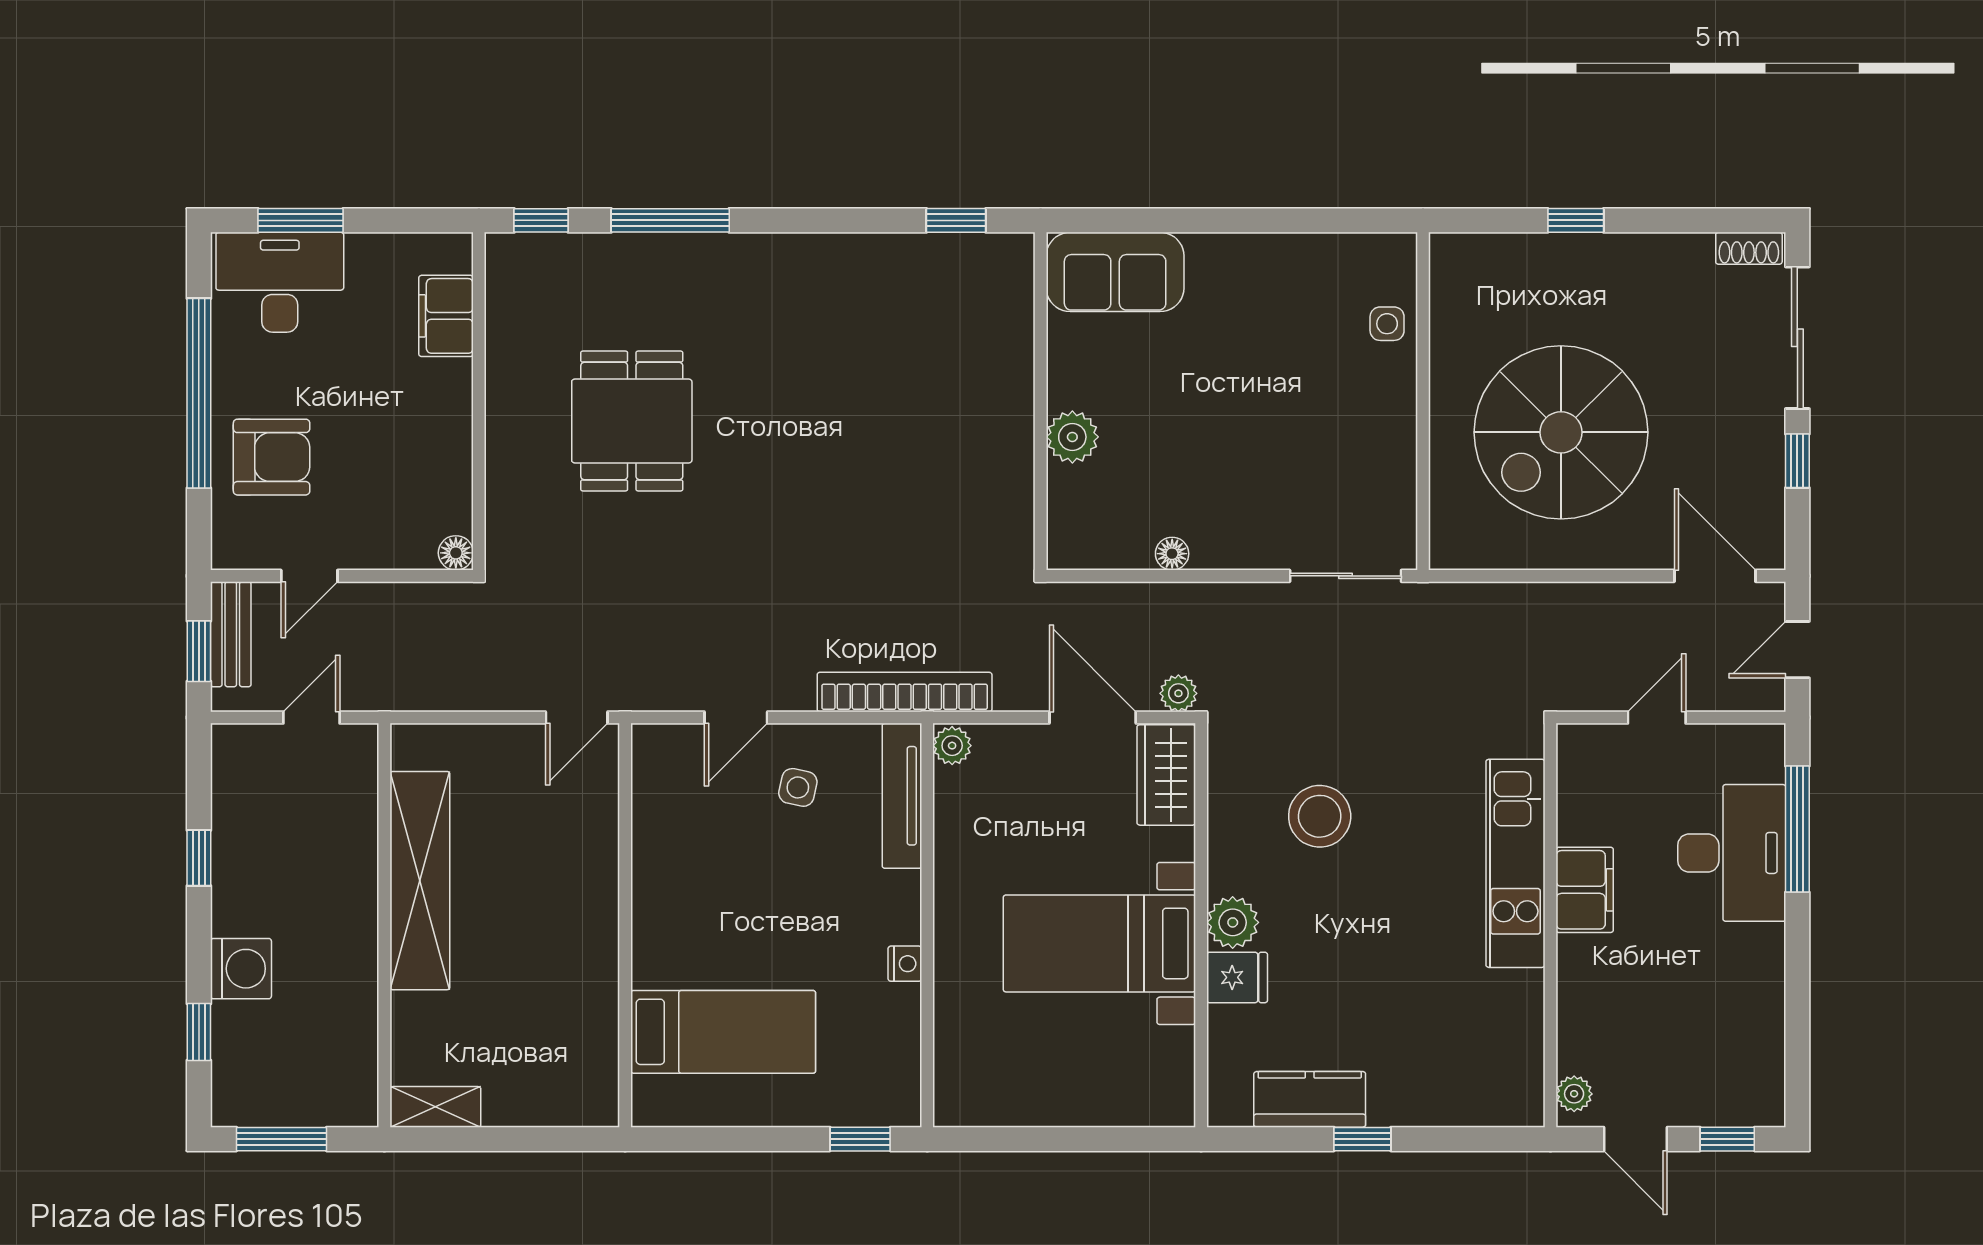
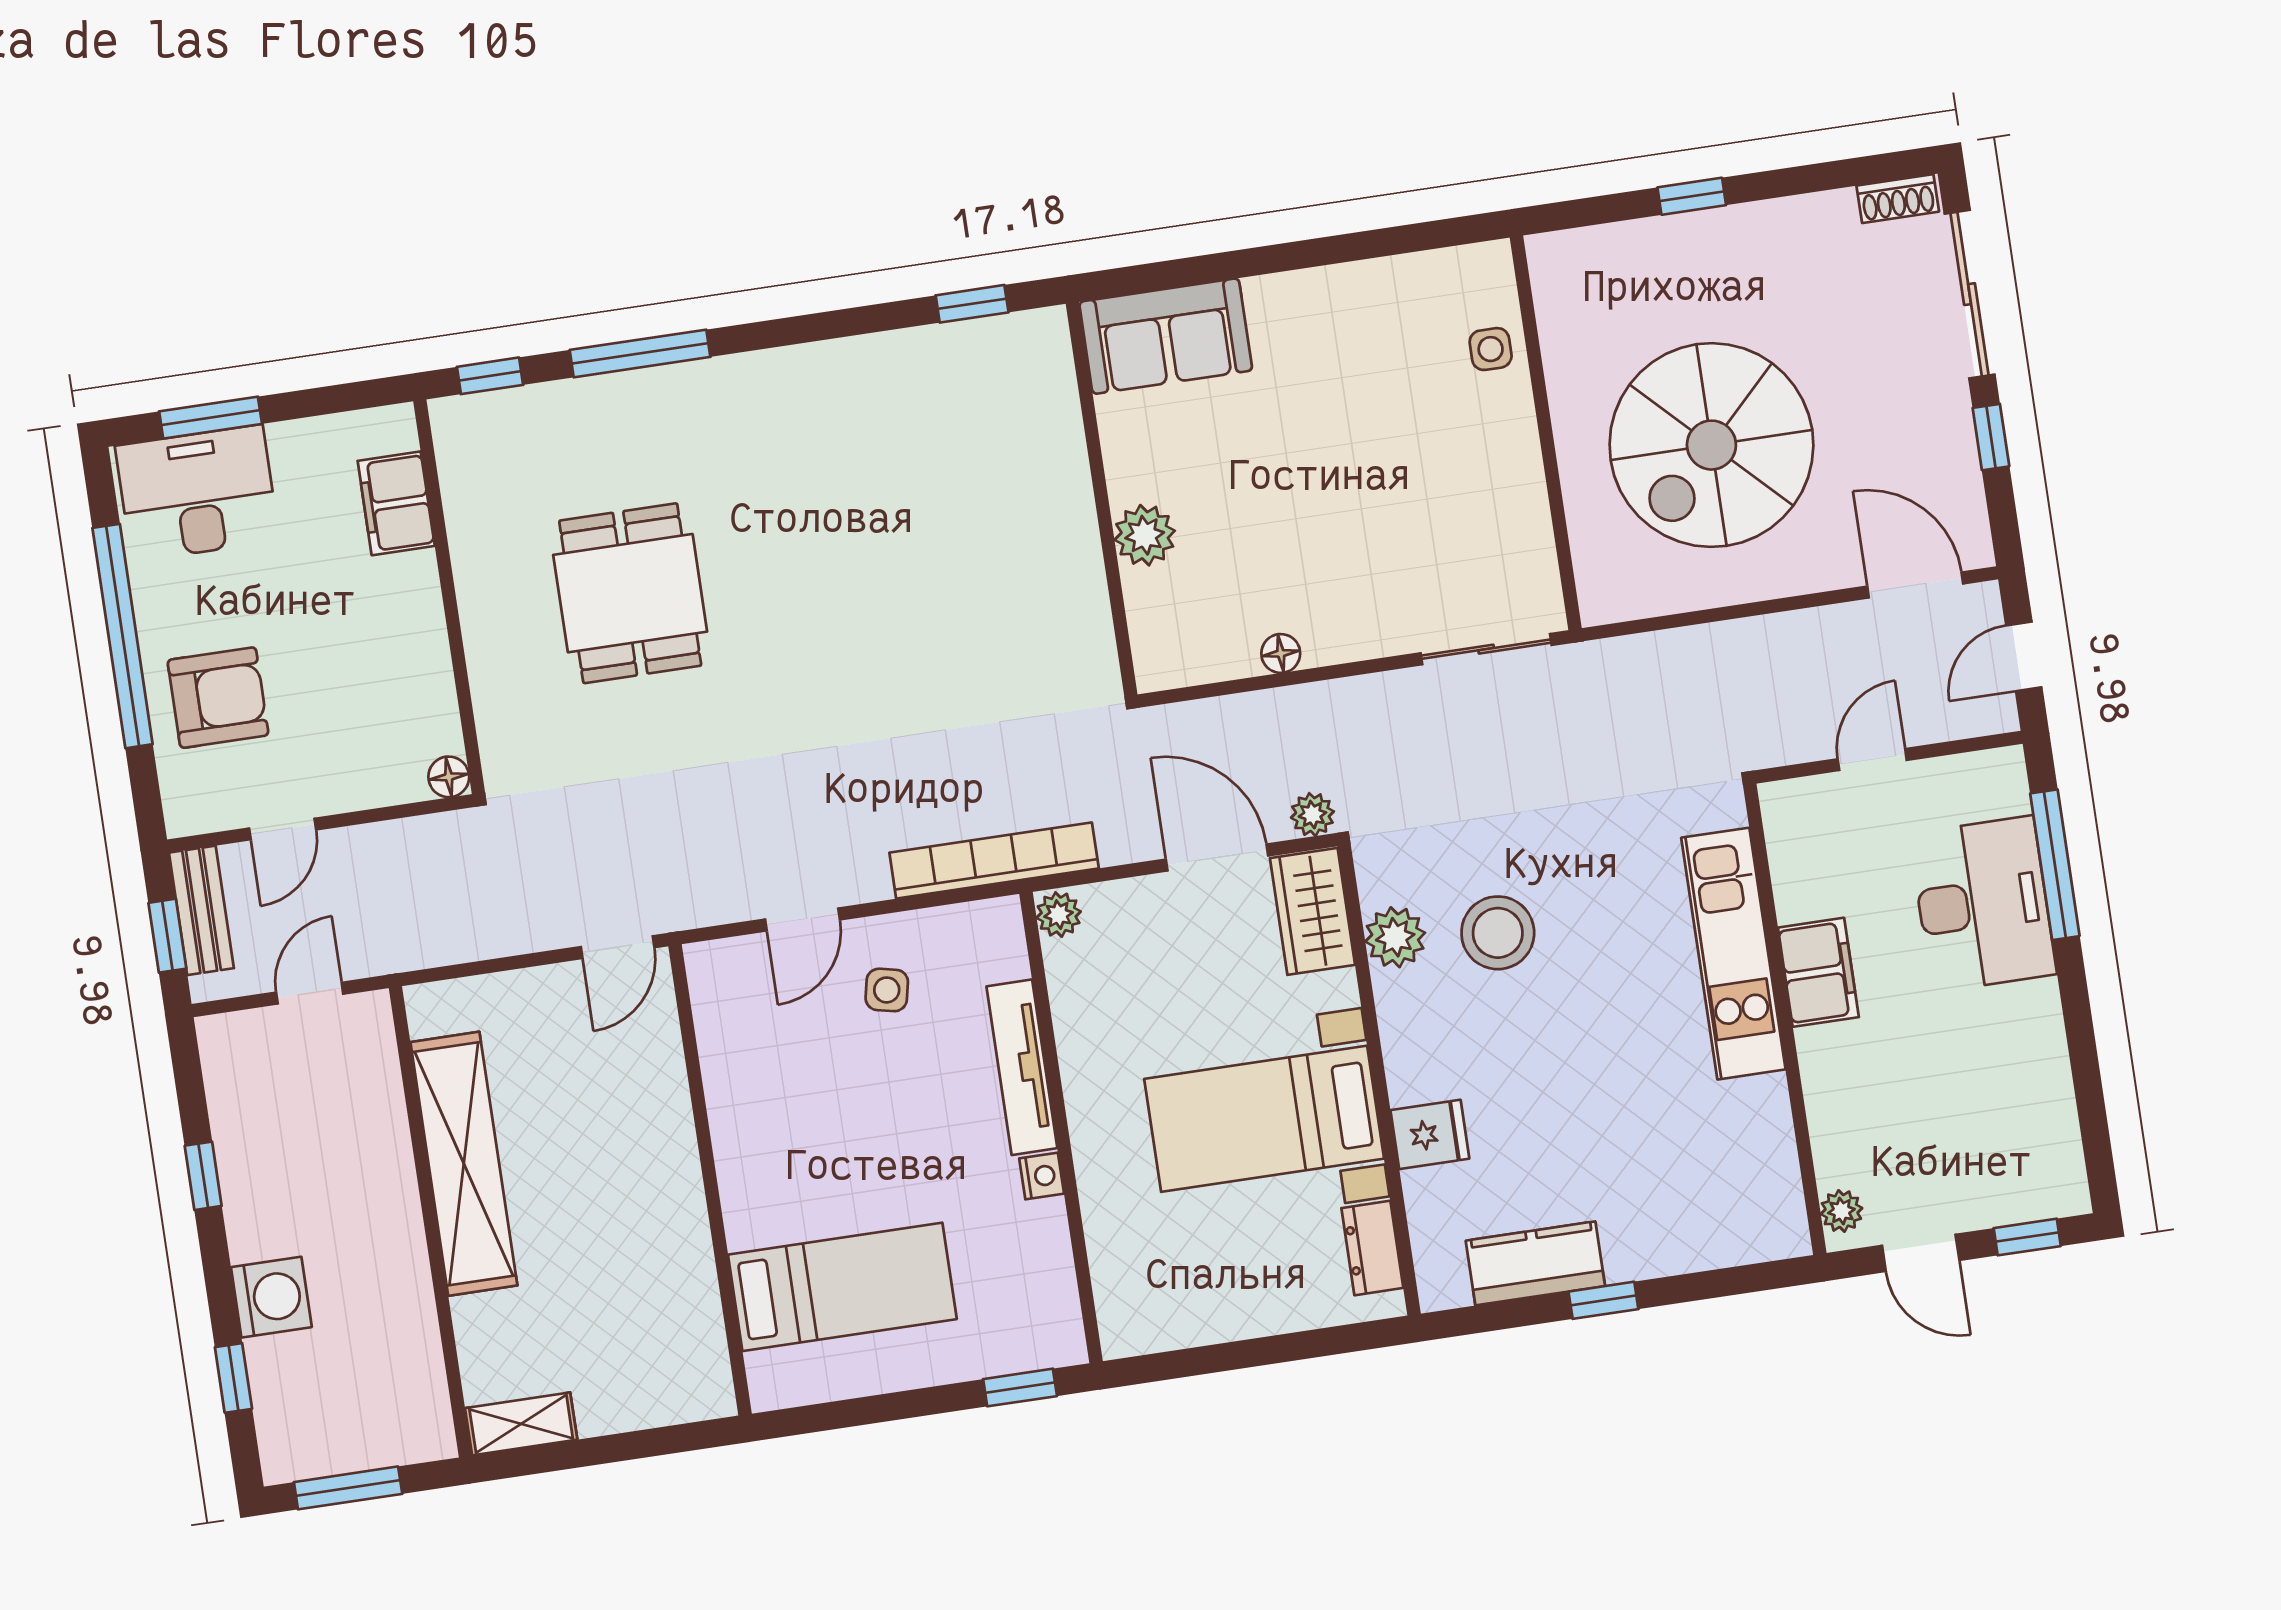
tv unit: (902, 796) -> (1022, 1067), moved
plant: (1233, 922) -> (1395, 937), moved
dresser: (1174, 1066) -> (1372, 1248), added

